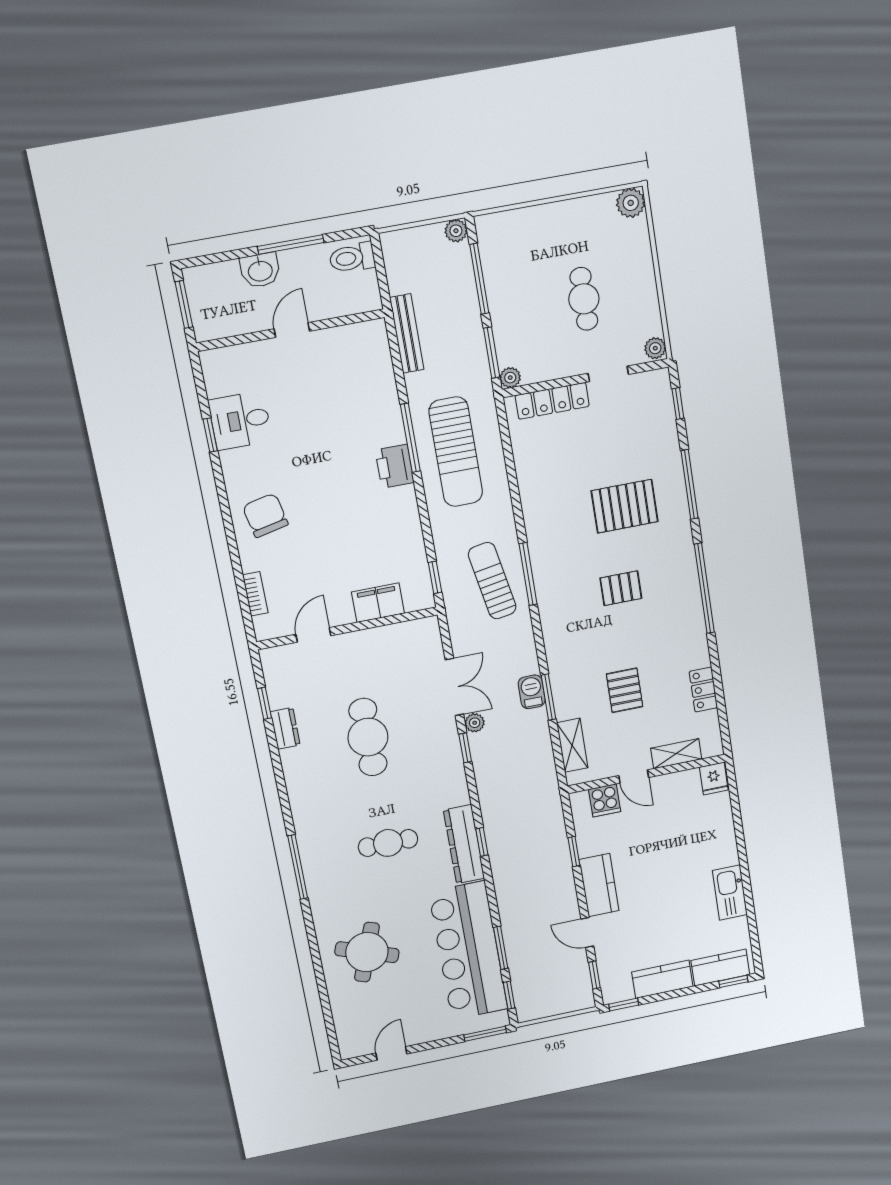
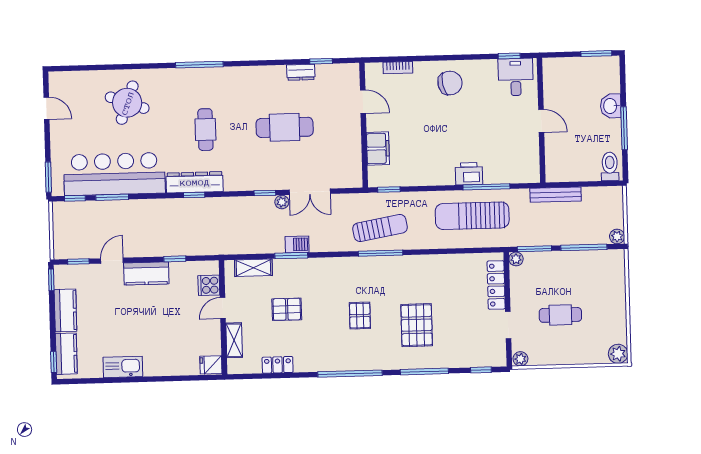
wall: (291, 330) -> (541, 120), moved
door: (292, 330) -> (541, 121), moved

